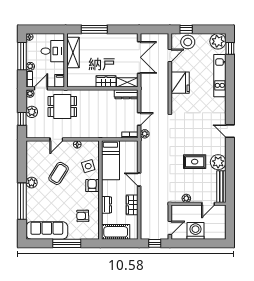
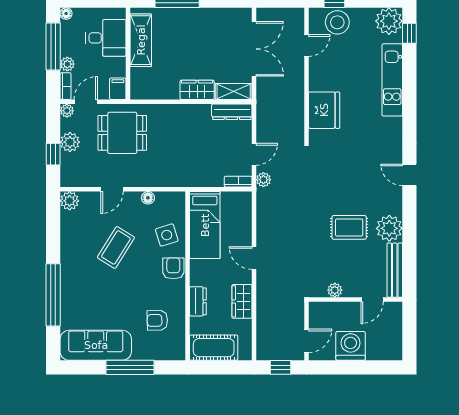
fridge: (180, 83) -> (324, 110), moved
plant: (32, 183) -> (70, 201), moved

